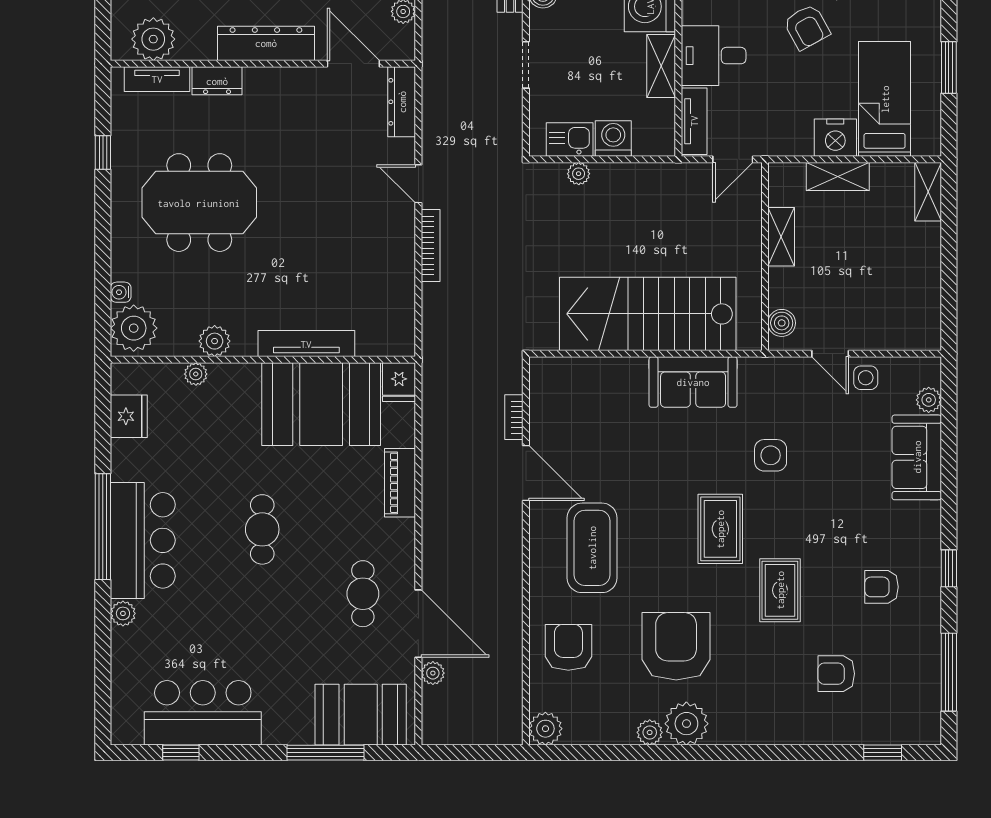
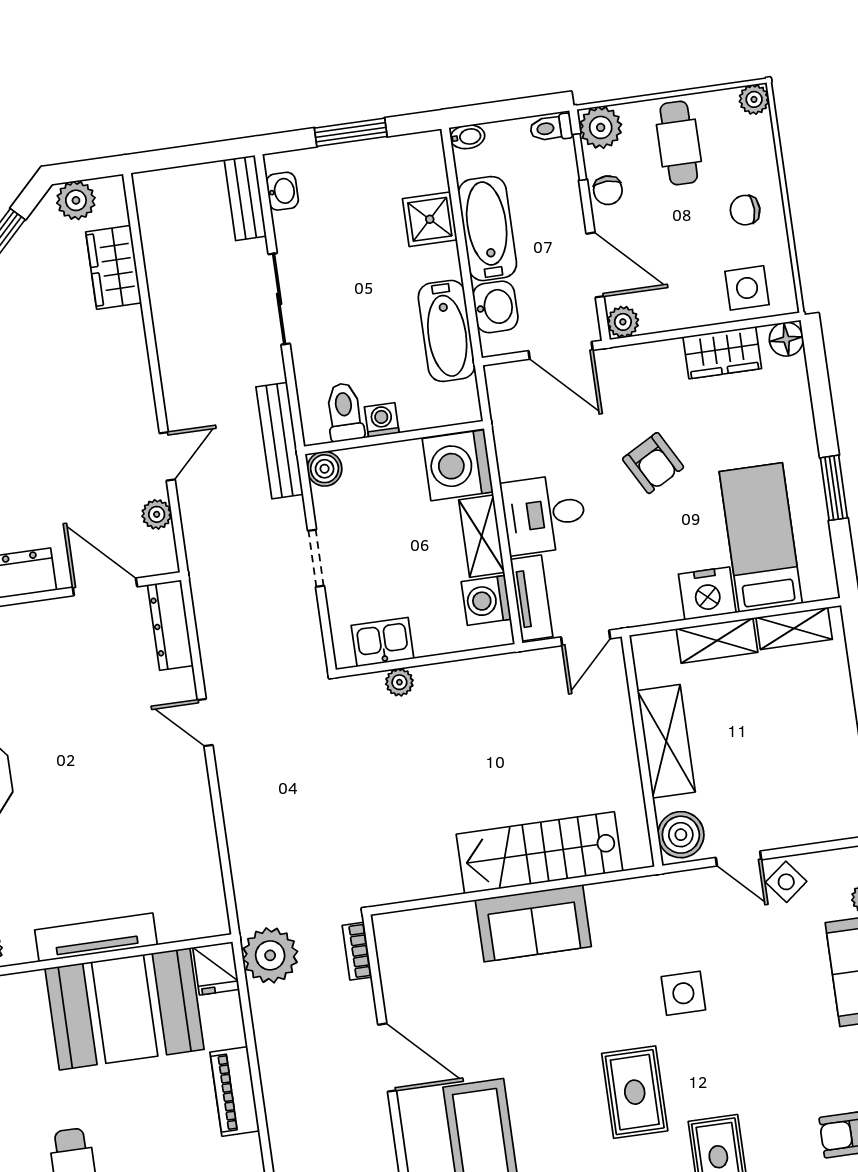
washing machine: (613, 138) -> (486, 600), moved, turned -90
shelving: (928, 192) -> (794, 628), moved, turned 90
shelving: (781, 237) -> (666, 741), width x1.50, depth x1.33
bookcase: (431, 245) -> (231, 796), removed
stairs: (648, 314) -> (539, 853), width x0.73, depth x0.66
boiler: (782, 323) -> (681, 835), width x1.36, depth x1.36
plant: (444, 378) -> (270, 955), added
side table: (866, 378) -> (786, 882), turned -38
sofa: (693, 382) -> (533, 923), moved
bookcase: (514, 417) -> (357, 951), moved

